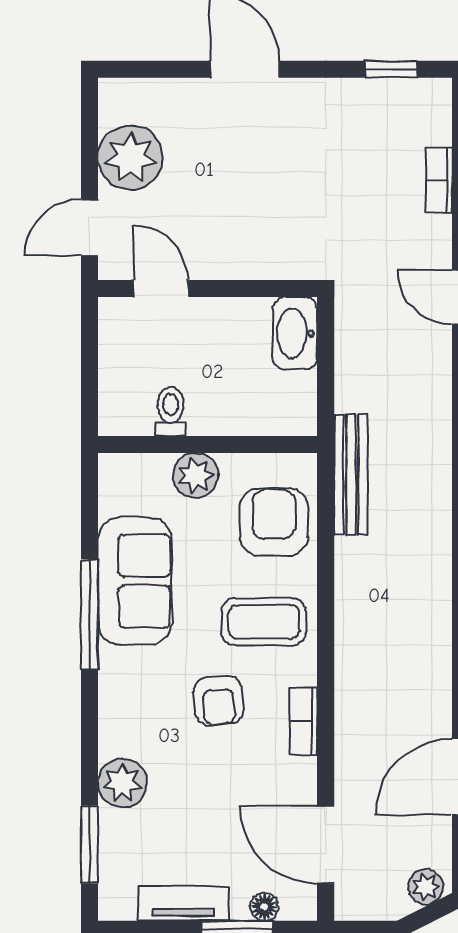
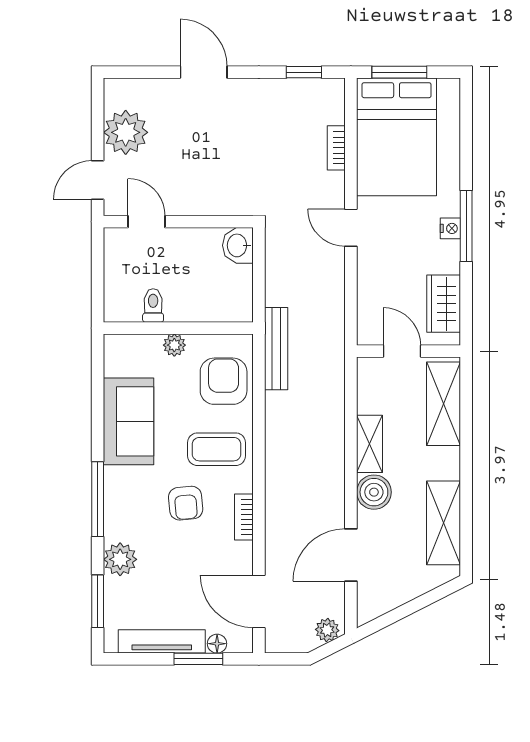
washbasin: (295, 333) -> (238, 245), width x0.72
plant: (196, 475) -> (174, 345), width x0.73, depth x0.73
window: (90, 615) -> (98, 499), moved
tv unit: (183, 904) -> (162, 641), width x1.41

